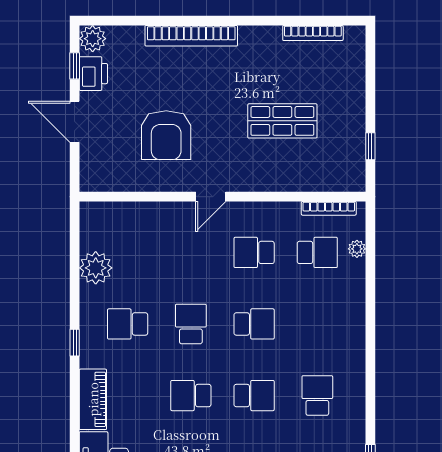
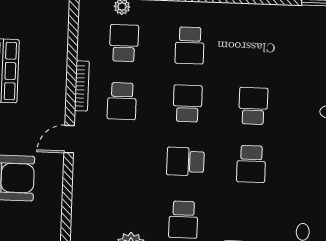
door: (211, 197) -> (69, 139), swing flipped
bookcase: (329, 208) -> (82, 86), moved
school desk: (317, 396) -> (190, 45), moved, turned -90

